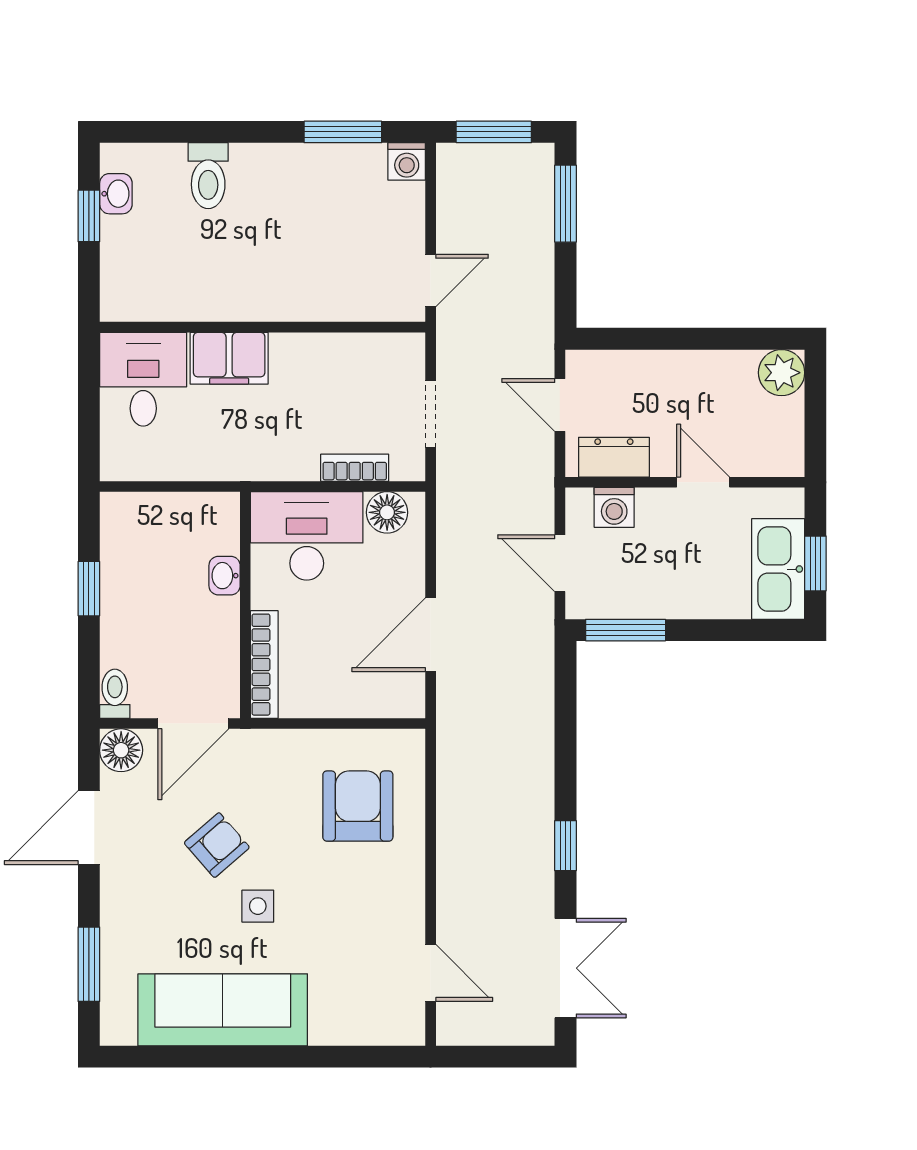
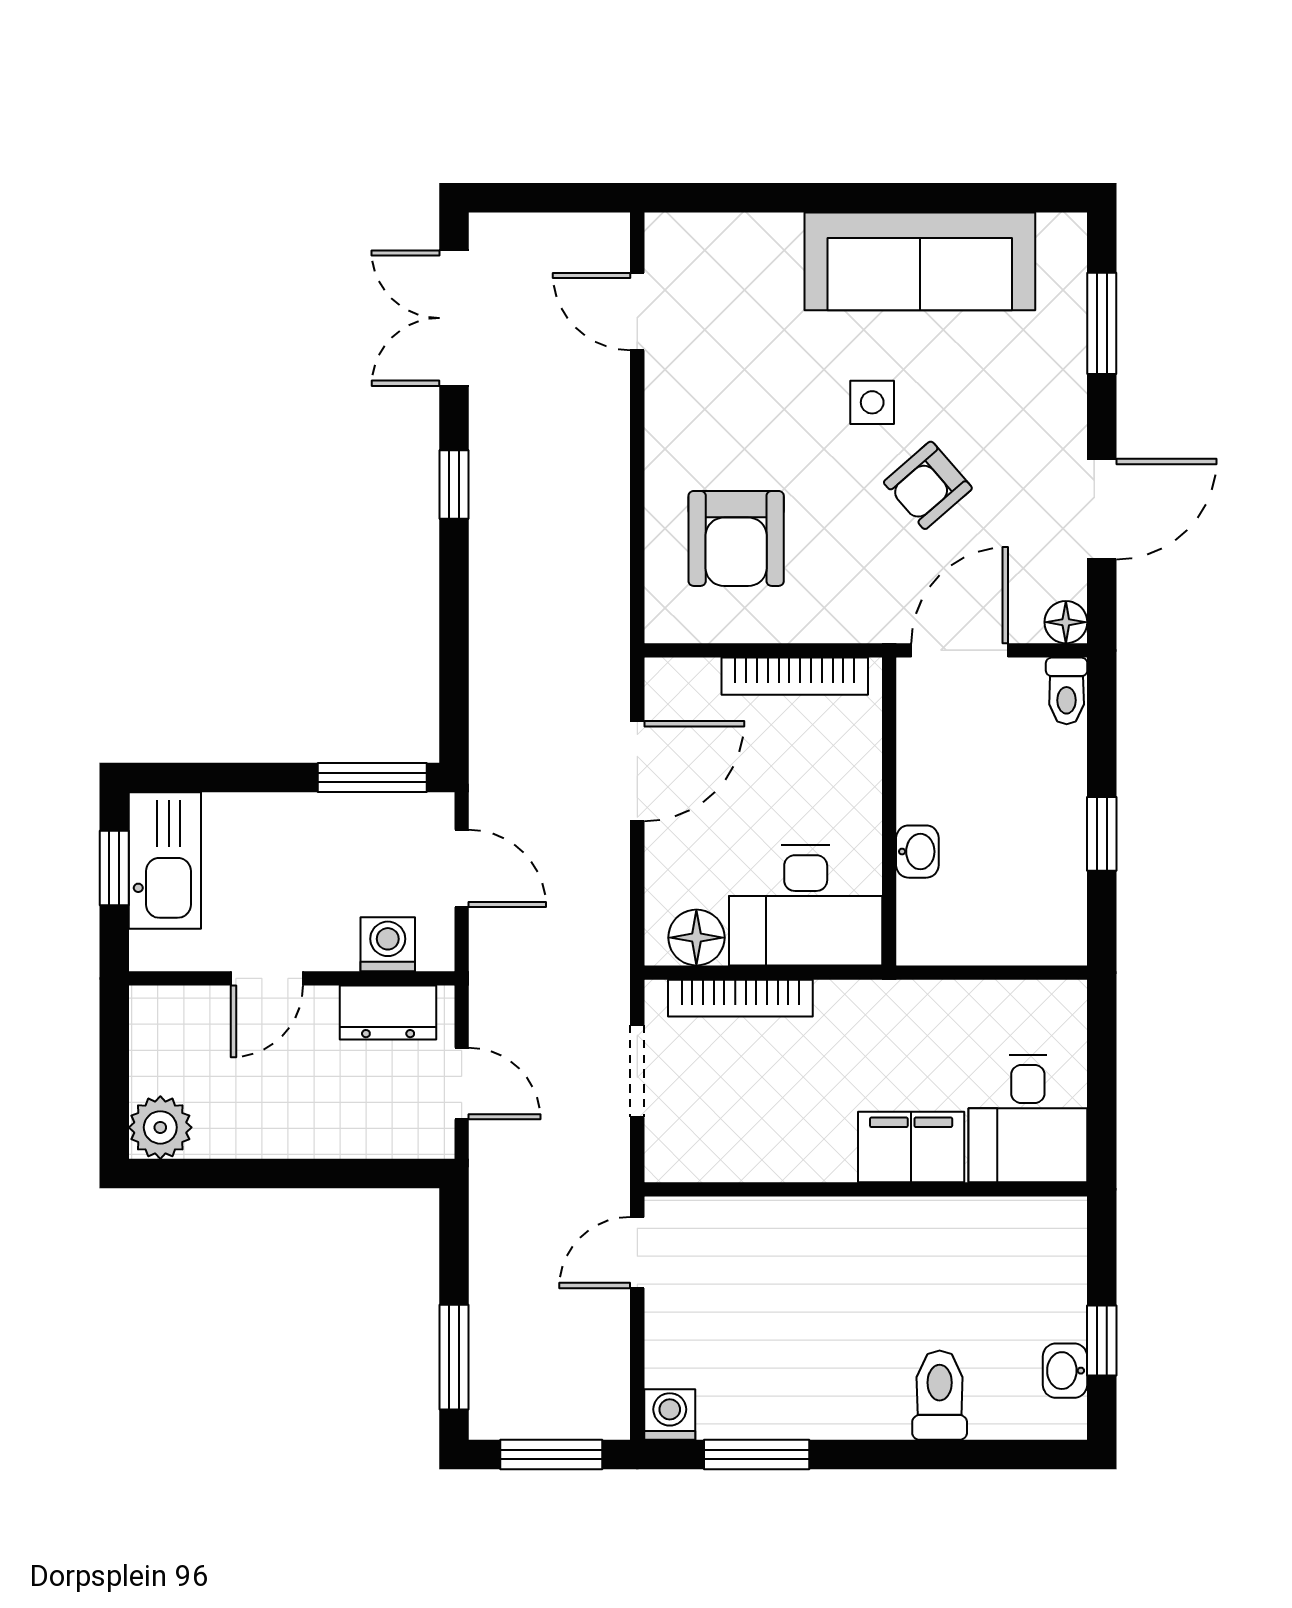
bookcase: (355, 468) -> (740, 998), width x1.56
door: (703, 482) -> (267, 978), hinge flipped
bookcase: (264, 665) -> (795, 676), moved, turned -90
floor lamp: (121, 750) -> (1066, 622), width x0.73, depth x0.73

